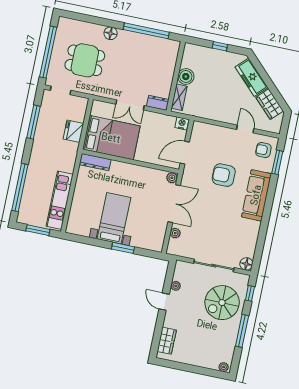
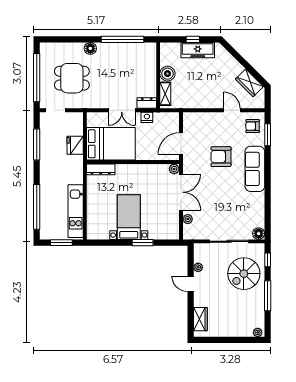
freezer: (252, 77) -> (198, 50), moved, turned -45
nightstand: (182, 123) -> (147, 117), moved

